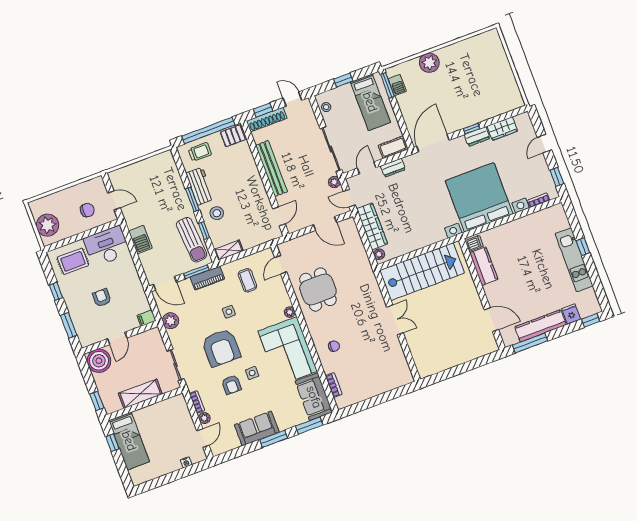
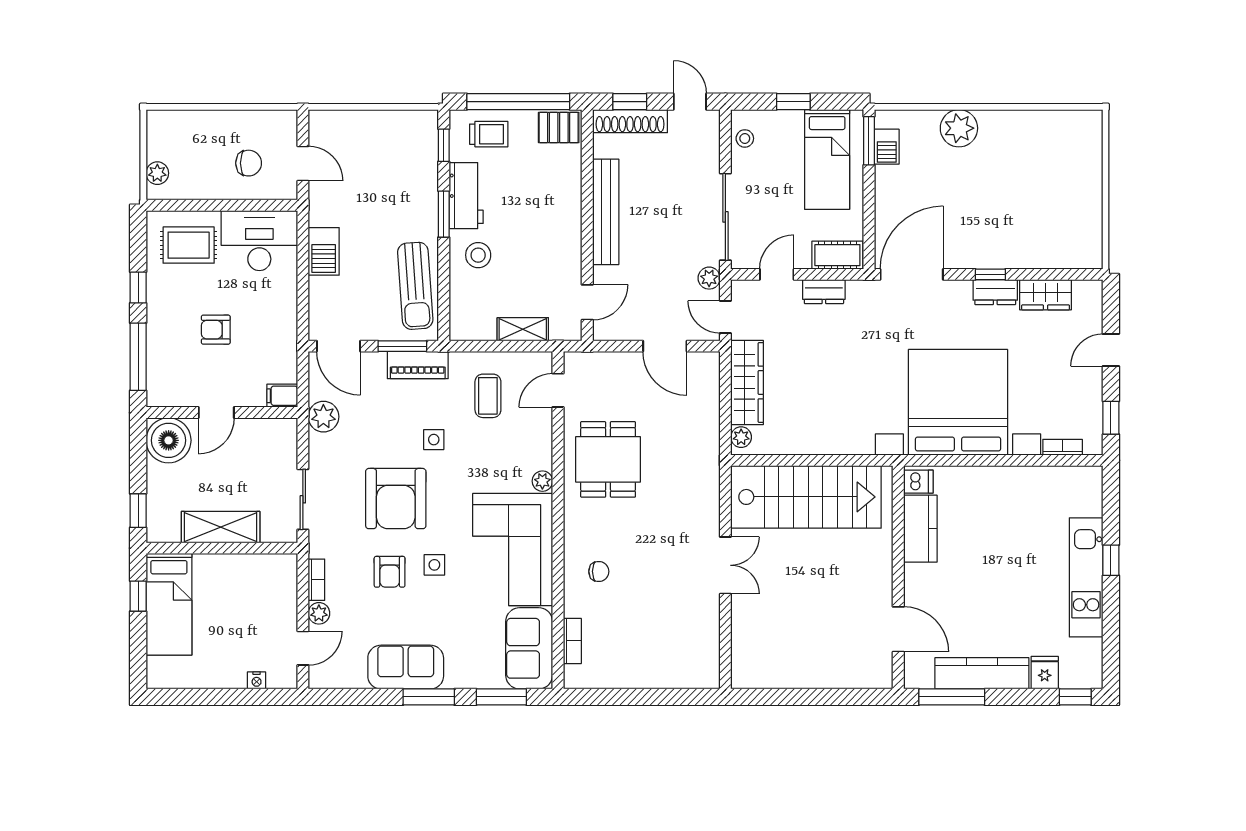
plant: (47, 225) -> (157, 173), width x0.53, depth x0.53
window: (204, 231) -> (444, 145), moved
shelving: (229, 250) -> (523, 329), moved
armchair: (102, 298) -> (216, 330), turned -90
window: (69, 325) -> (138, 357), width x1.44

